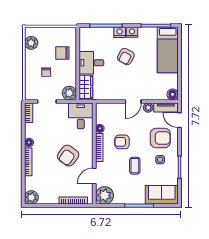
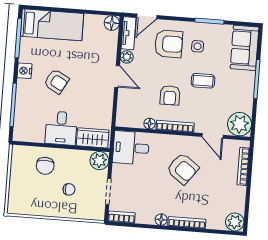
nightstand: (120, 32) -> (23, 87), removed
plant: (31, 43) -> (29, 206), removed
armchair: (160, 138) -> (169, 44), turned 90

